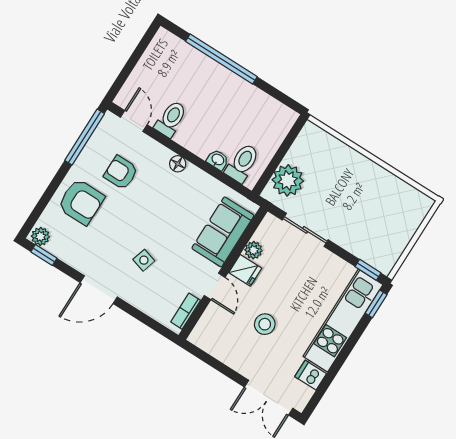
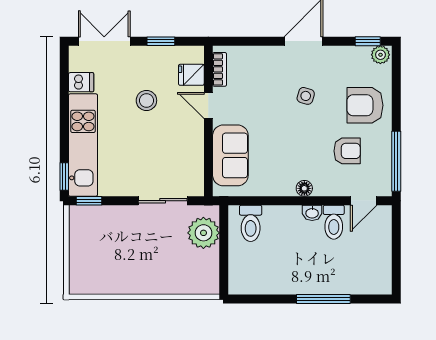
window: (221, 59) -> (323, 299), width x0.68
door: (134, 121) -> (364, 201), hinge flipped
washbasin: (218, 160) -> (312, 213), moved
plant: (253, 250) -> (195, 156), removed
side table: (144, 260) -> (306, 96), moved
fridge: (245, 270) -> (191, 75), moved
window: (220, 367) -> (161, 41), added

